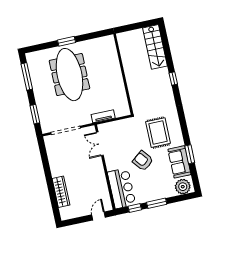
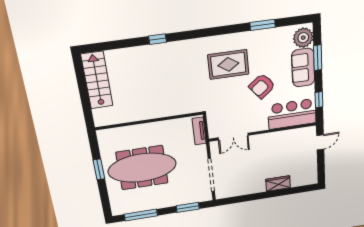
stairs: (155, 47) -> (97, 80), moved, turned -90
wall: (123, 74) -> (149, 121), moved
sofa: (179, 162) -> (303, 68), moved, turned 90
wardrobe: (61, 192) -> (278, 184), width x0.67
window: (157, 203) -> (318, 58), moved
door: (99, 216) -> (320, 142), swing flipped

